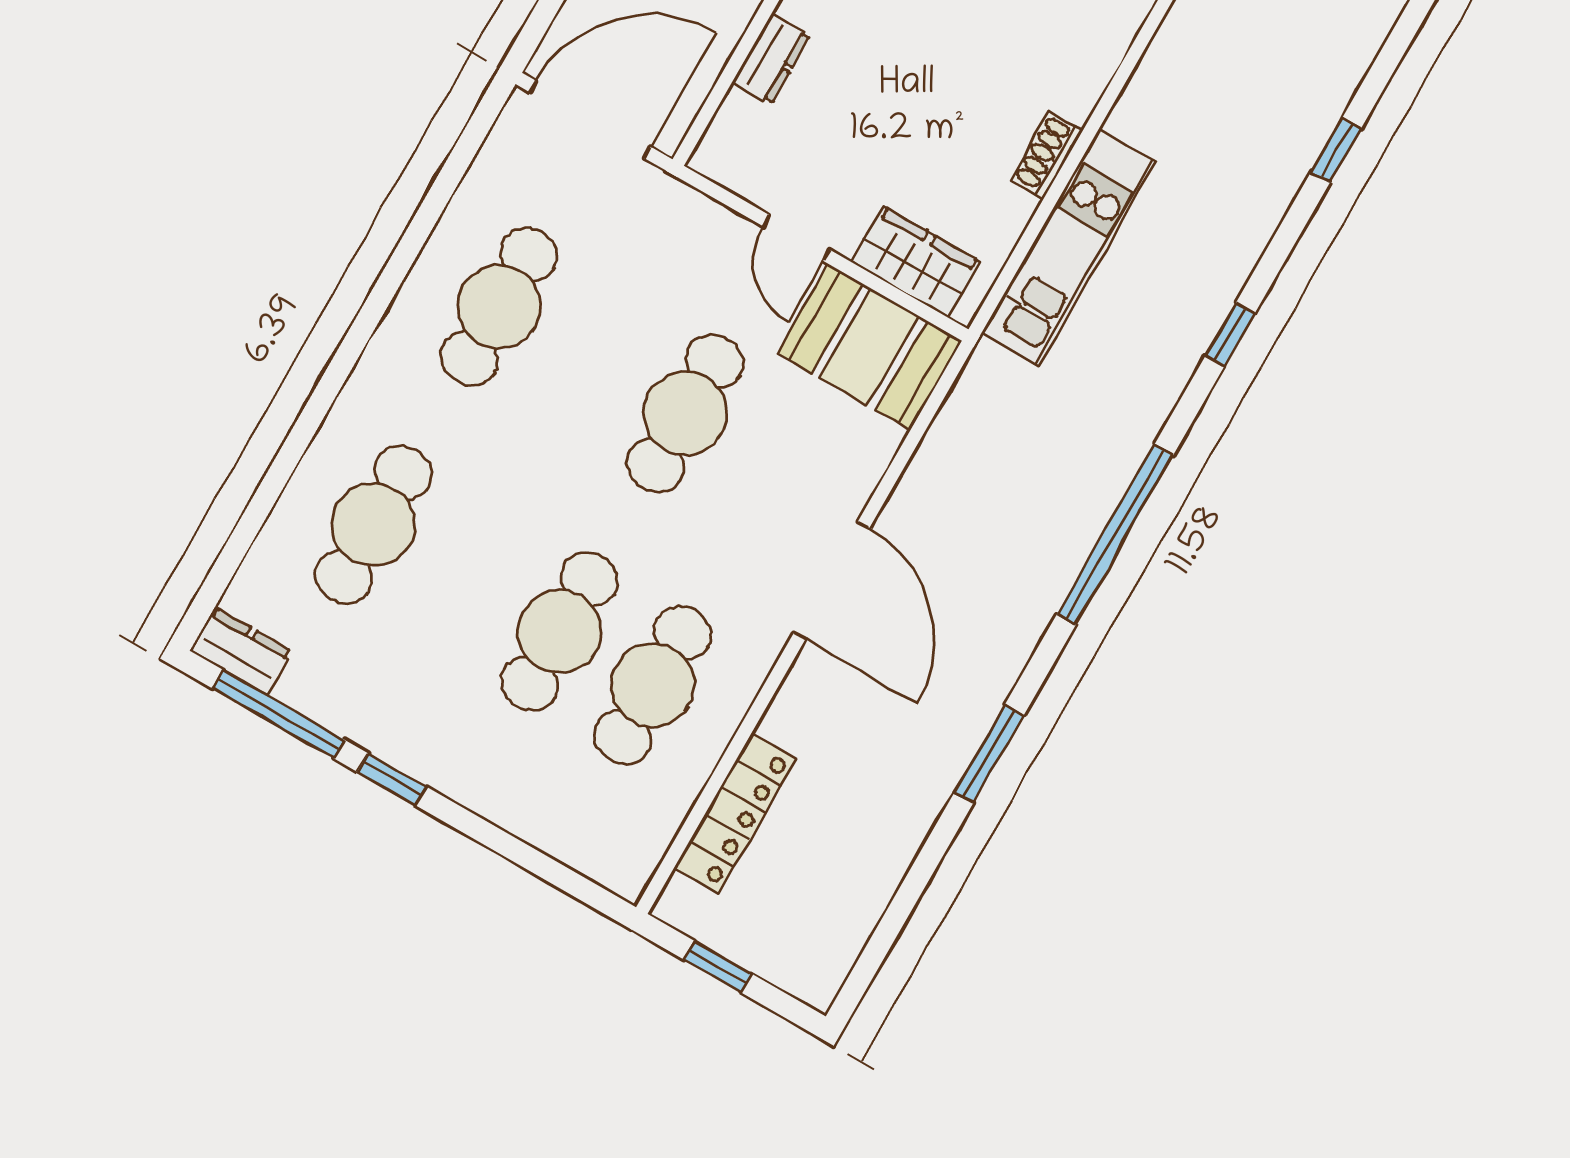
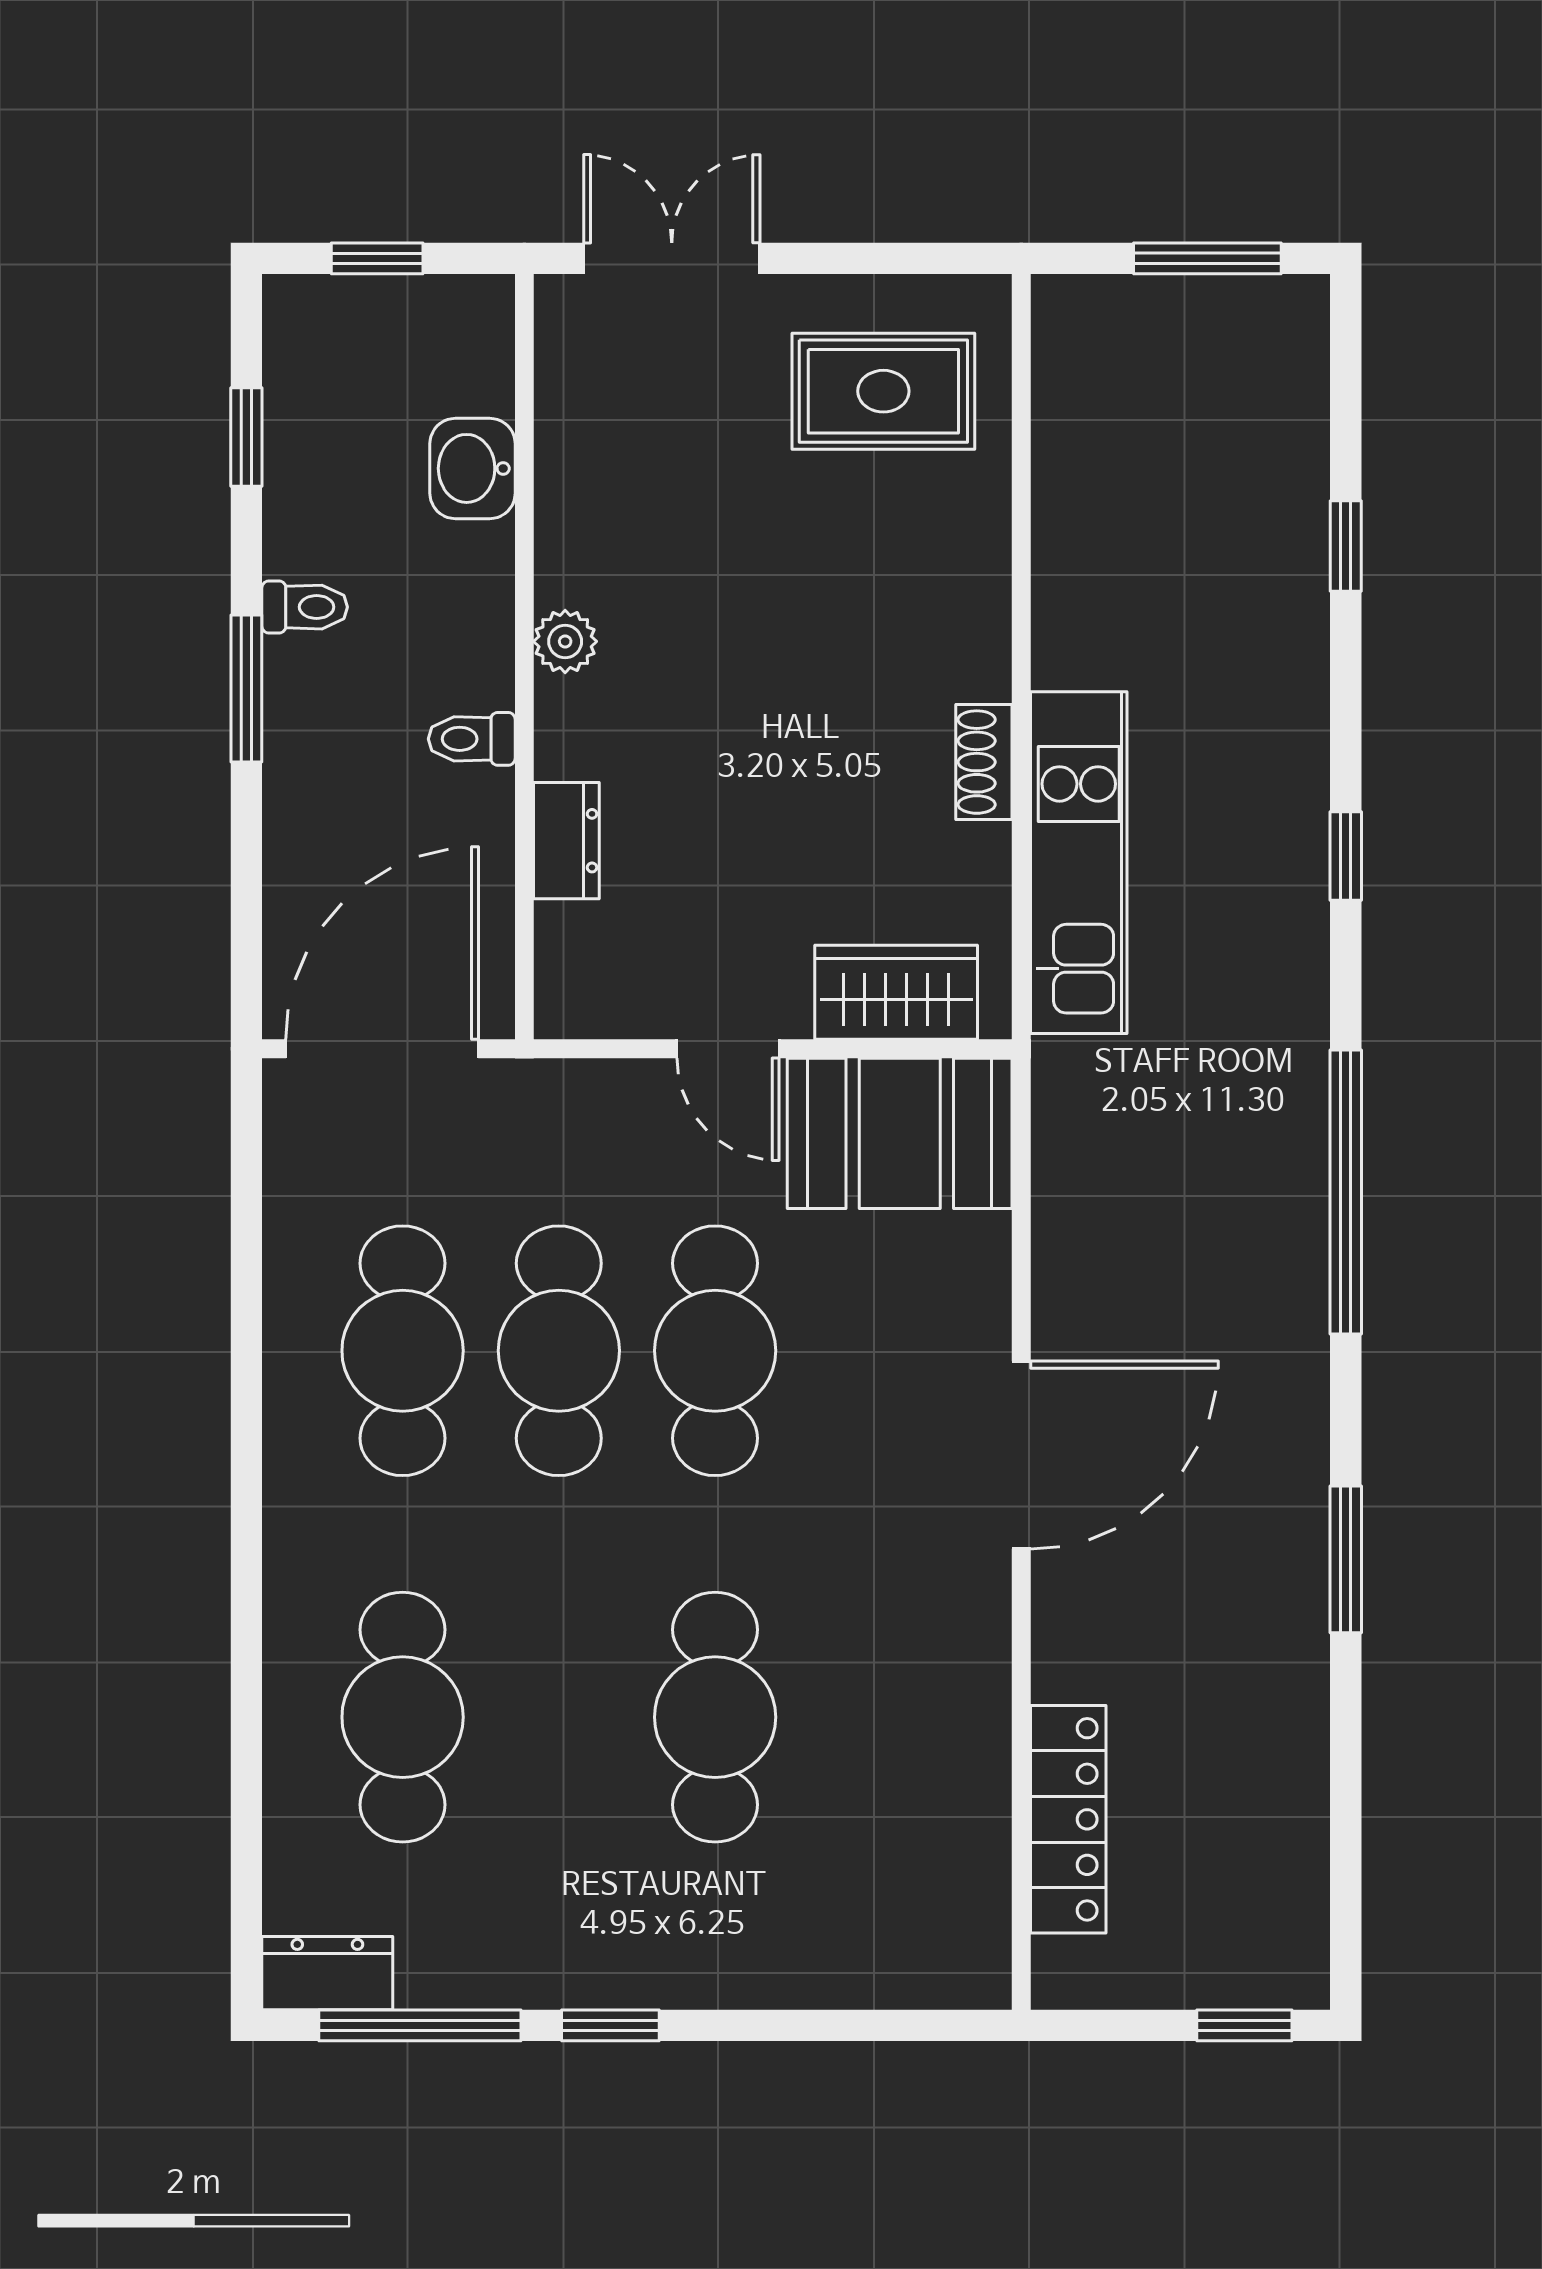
door: (832, 580) -> (1021, 1455), hinge flipped
cafe table: (653, 685) -> (559, 1351), moved
window: (718, 967) -> (1244, 2025), moved

